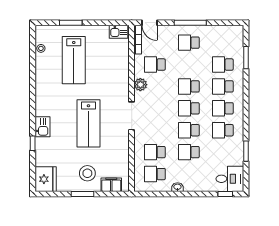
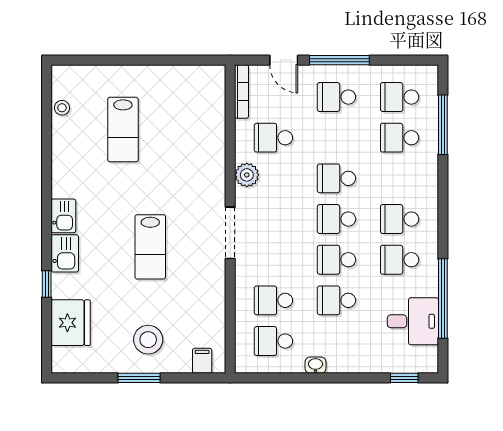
window: (71, 23) -> (117, 60), removed
door: (150, 23) -> (284, 60), moved
kitchen sink: (118, 32) -> (63, 216), moved, turned -90
window: (246, 58) -> (443, 125), width x1.44
lab bench: (74, 60) -> (123, 129), width x0.73, depth x0.72
school desk: (223, 86) -> (400, 97), moved
lab bench: (88, 123) -> (150, 247), width x0.73, depth x0.72
window: (246, 151) -> (443, 299), width x2.11
fridge: (46, 179) -> (71, 323), moved
desk: (230, 179) -> (413, 321), moved
filing cabinet: (111, 185) -> (202, 361), width x0.50

